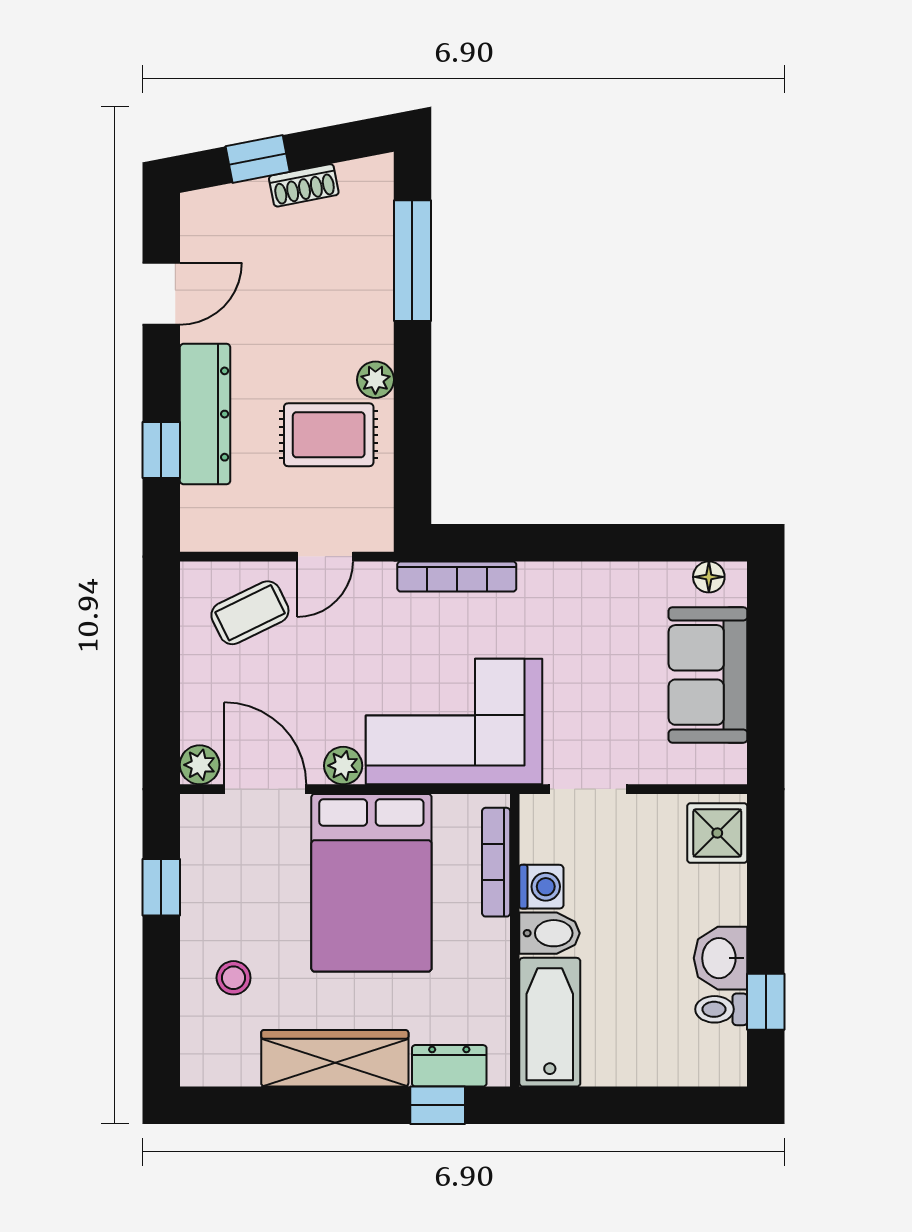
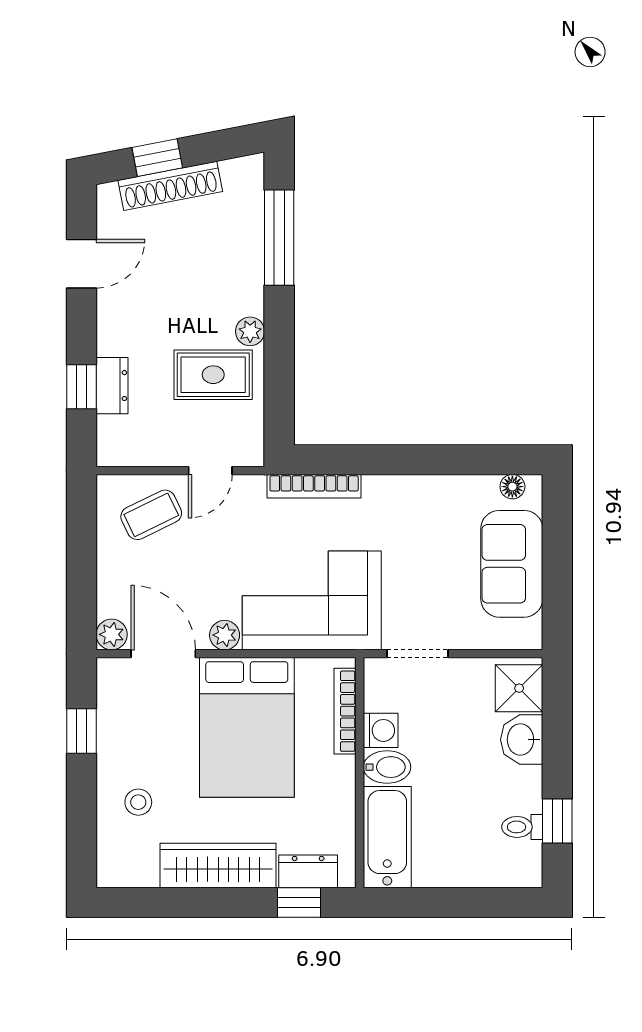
shoe rack: (304, 185) -> (170, 186), width x1.94, depth x1.24
dresser: (205, 414) -> (112, 386), width x0.51, depth x0.80
washbasin: (721, 958) -> (522, 740), moved

